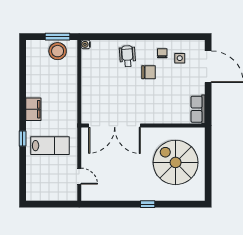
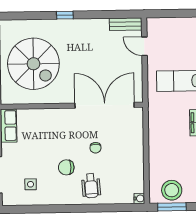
chair: (162, 53) -> (95, 148), moved
bench: (95, 196) -> (126, 24), added

